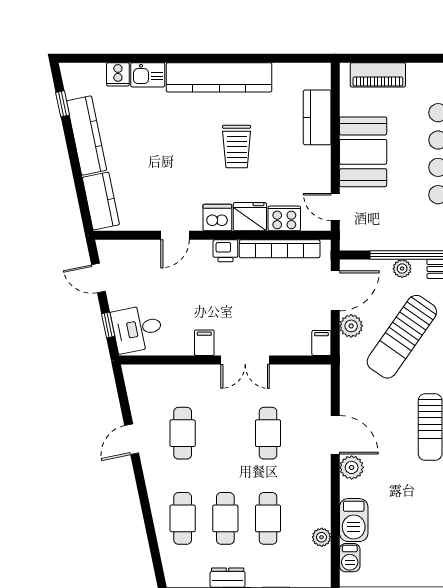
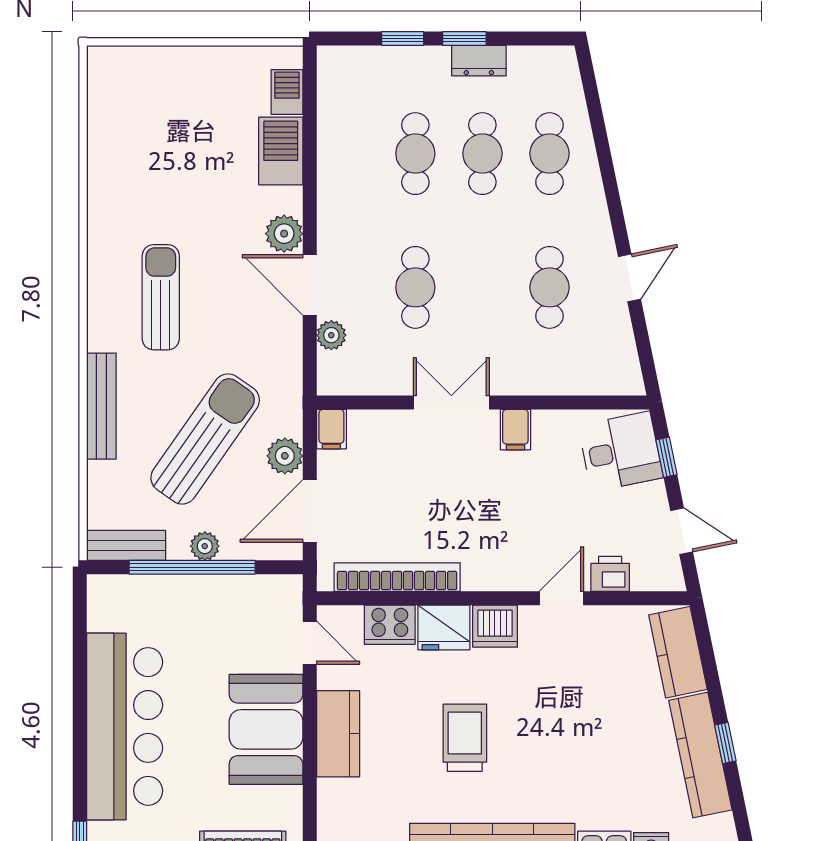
window: (63, 104) -> (725, 743), moved
kitchen counter: (317, 117) -> (338, 734), moved
printer: (225, 251) -> (610, 574), moved
plant: (322, 537) -> (331, 335), moved

